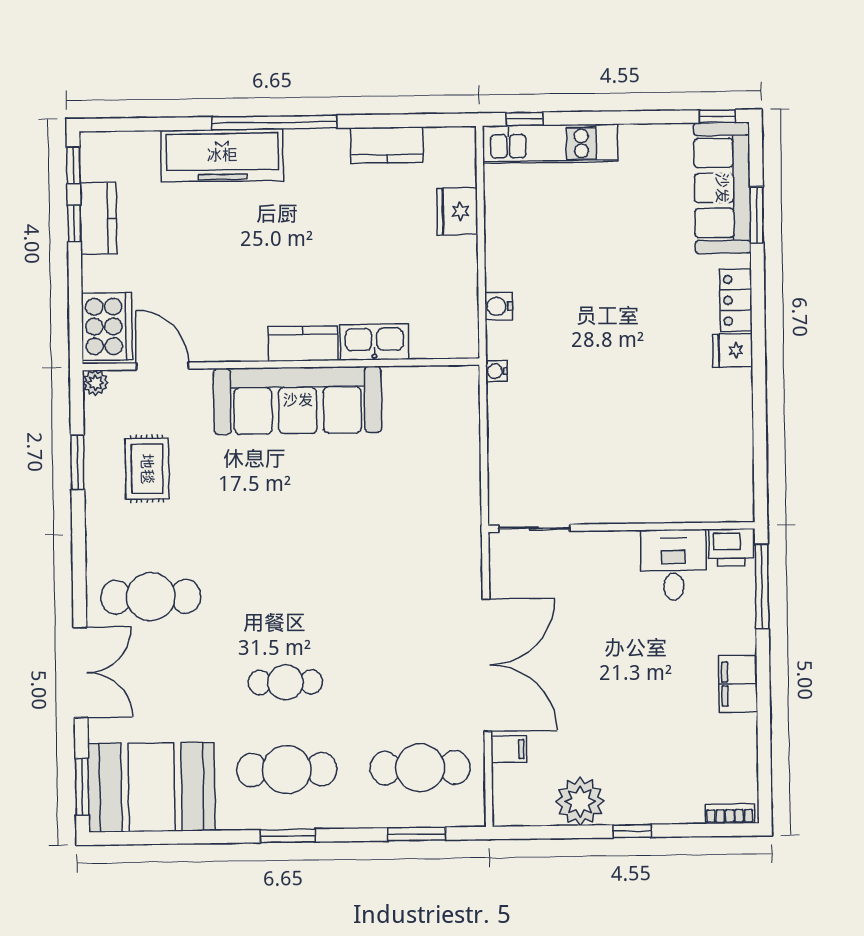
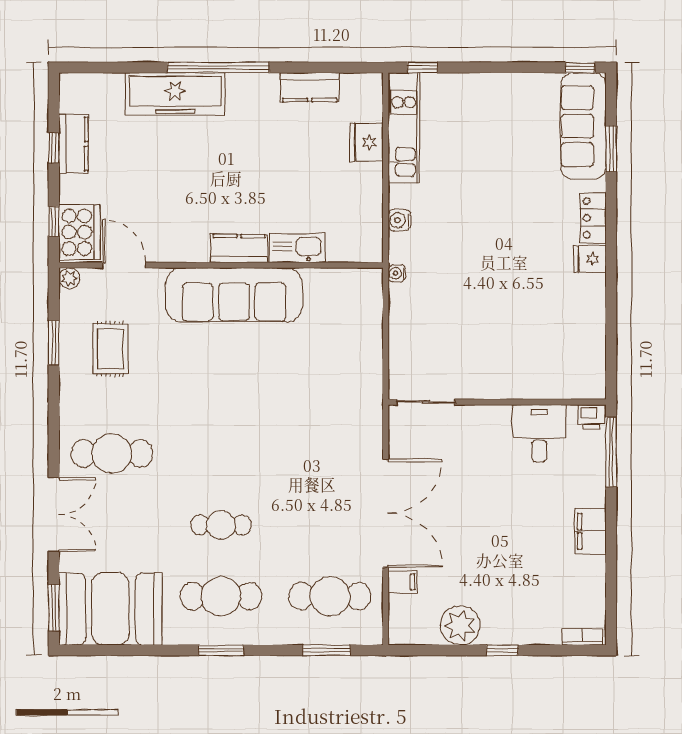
kitchen unit: (550, 144) -> (404, 128), moved, turned -90
window: (73, 165) -> (54, 222), moved
printer: (731, 547) -> (591, 417), width x0.73, depth x0.81

